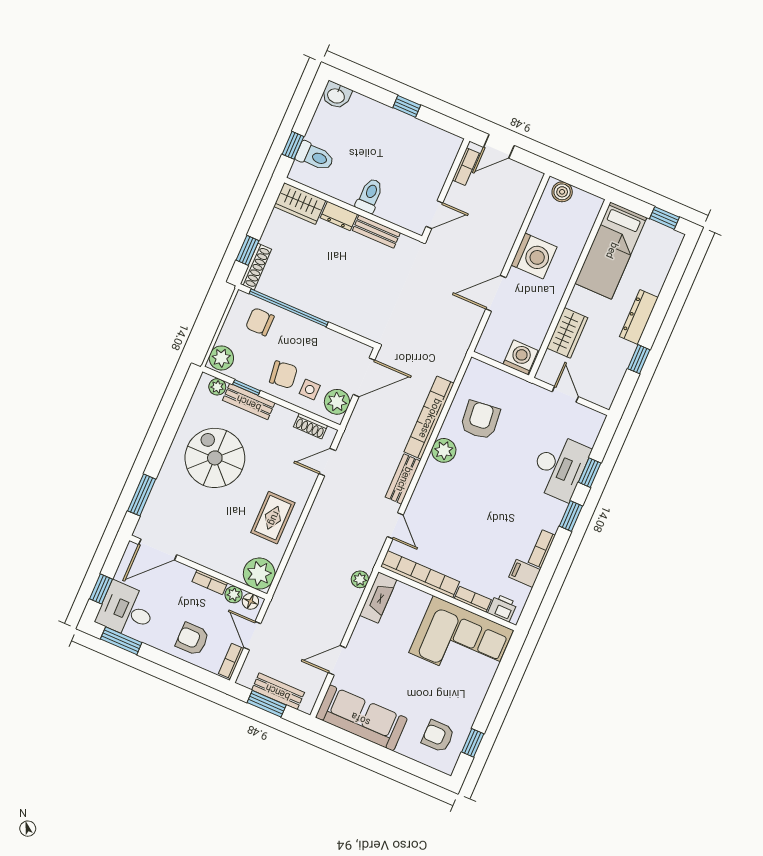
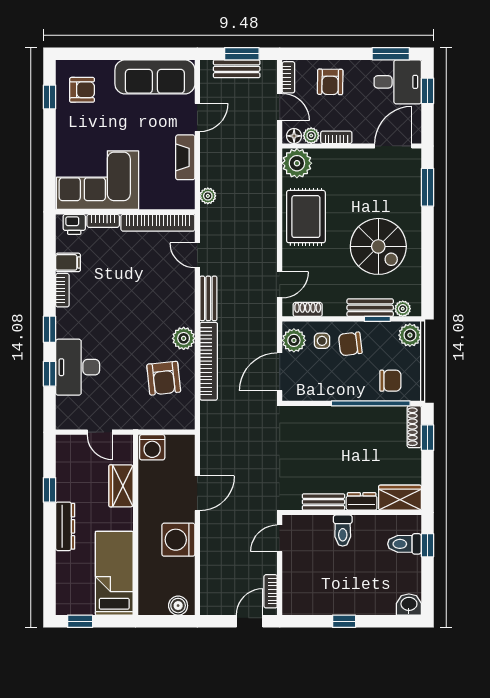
rug: (273, 518) -> (306, 217), width x1.36, depth x1.43
fireplace: (378, 598) -> (185, 157), moved
armchair: (192, 639) -> (330, 82), turned 91

